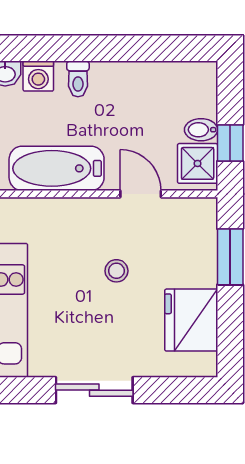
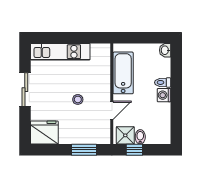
washing machine: (38, 76) -> (164, 95), moved
fridge: (191, 320) -> (44, 133), moved

